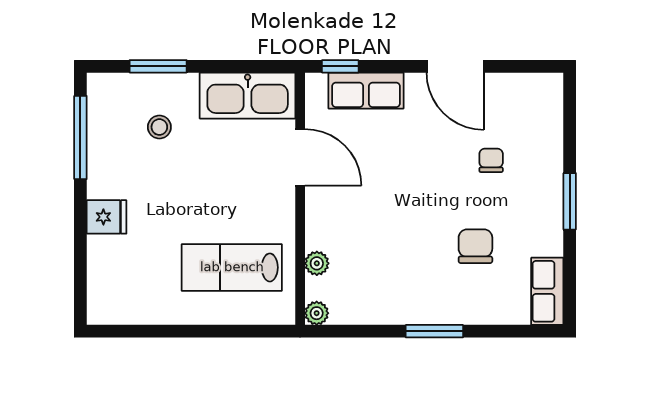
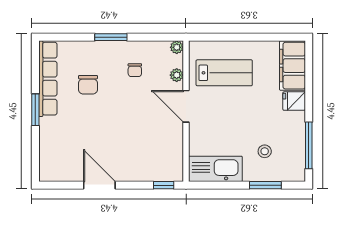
row of seats: (366, 91) -> (149, 172), removed
door: (300, 157) -> (186, 106), moved
chair: (491, 160) -> (135, 70), moved
filing cabinet: (110, 280) -> (292, 66), added
row of seats: (547, 291) -> (48, 79), width x2.02

